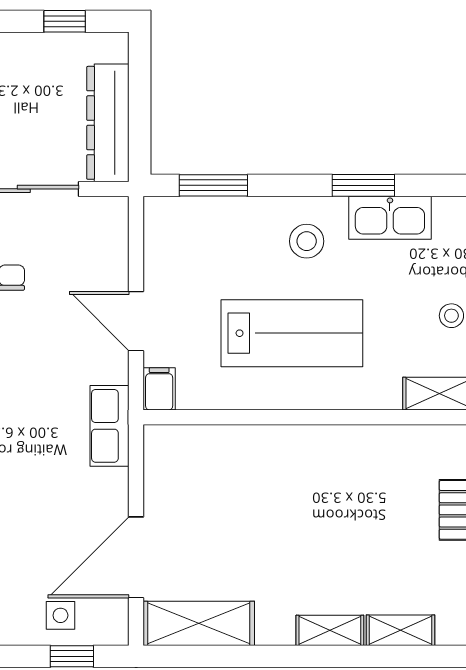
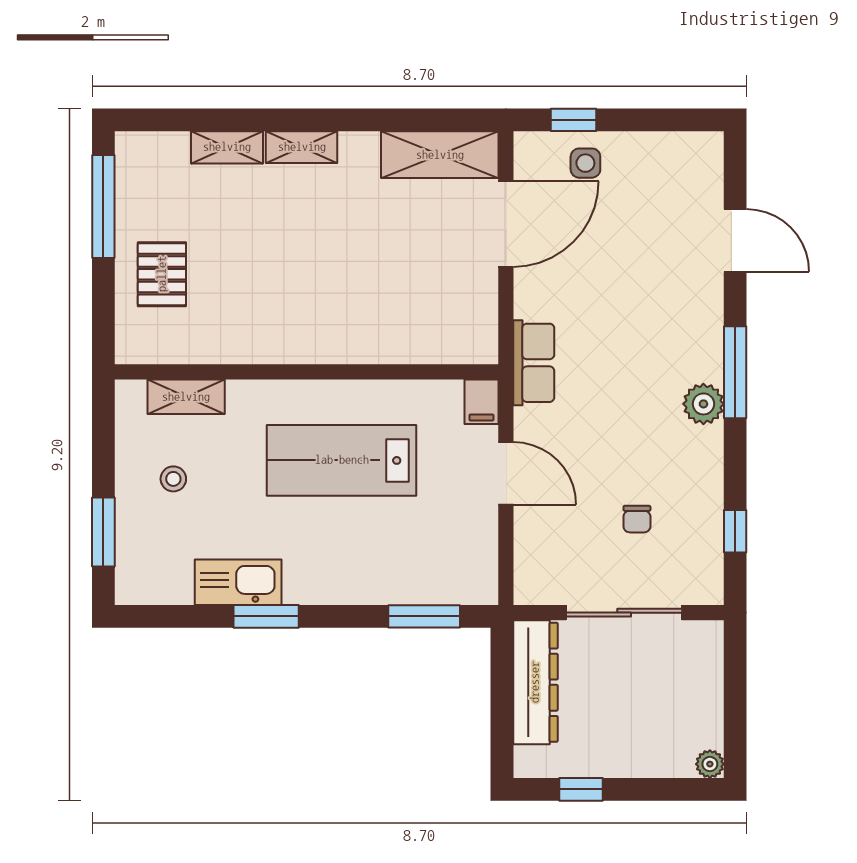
stool: (307, 241) -> (326, 557), removed

